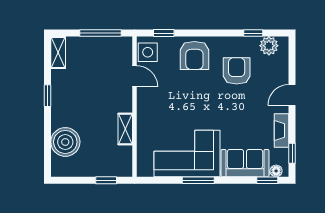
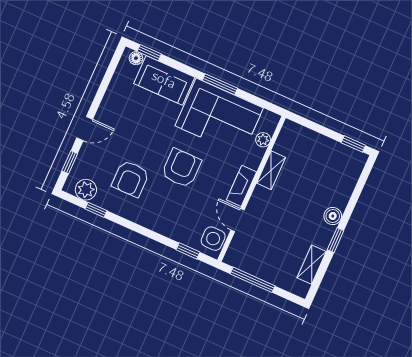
shelving: (58, 53) -> (312, 265), moved
armchair: (194, 55) -> (181, 168), moved
fireplace: (281, 131) -> (241, 186), moved, turned 180
boiler: (65, 142) -> (333, 216), moved, width x0.54, depth x0.54
plant: (143, 151) -> (263, 140), added
window: (292, 153) -> (70, 162), moved
window: (106, 180) -> (353, 144), moved

